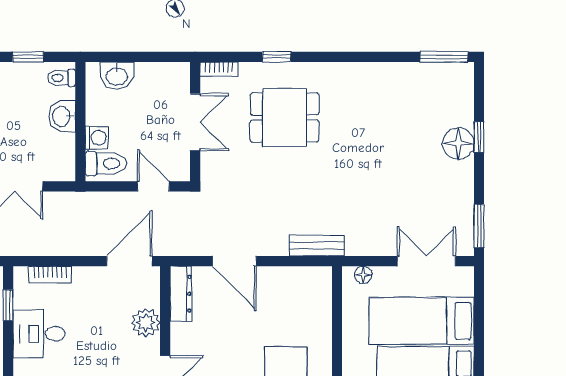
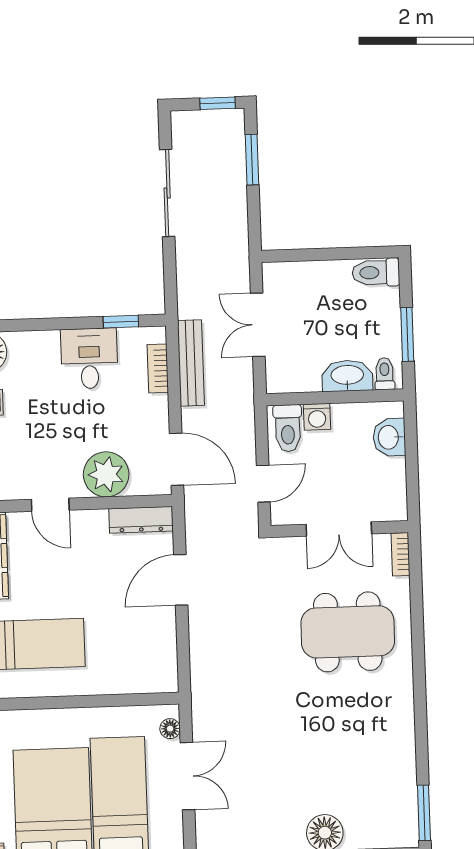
window: (28, 57) -> (407, 334), width x1.50
window: (277, 57) -> (417, 620), removed
washbasin: (62, 116) -> (347, 376), width x1.38
dining table: (285, 118) -> (348, 632), width x1.38
bench: (317, 246) -> (191, 363), moved, width x1.36
double door: (426, 261) -> (188, 776), moved
plant: (146, 323) -> (106, 474), width x1.36, depth x1.36

